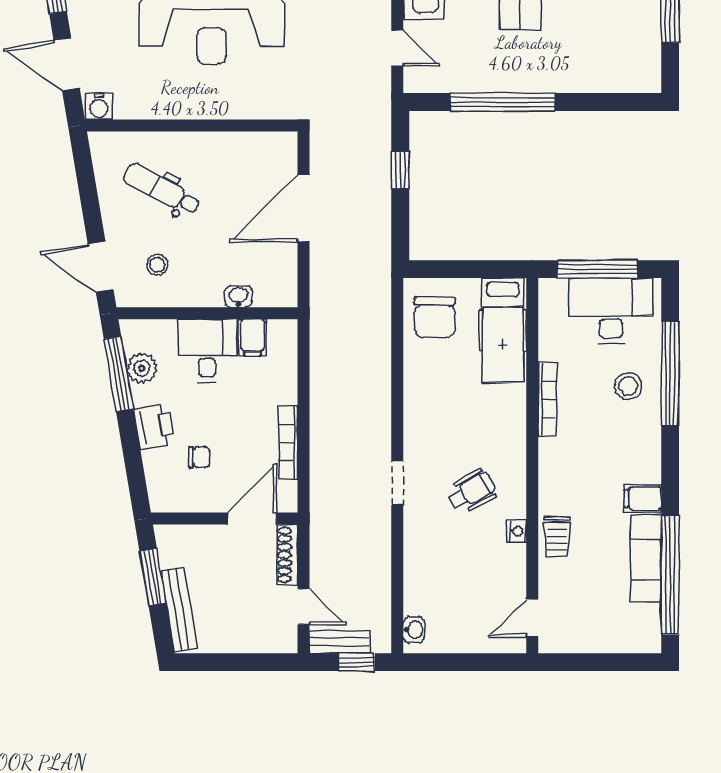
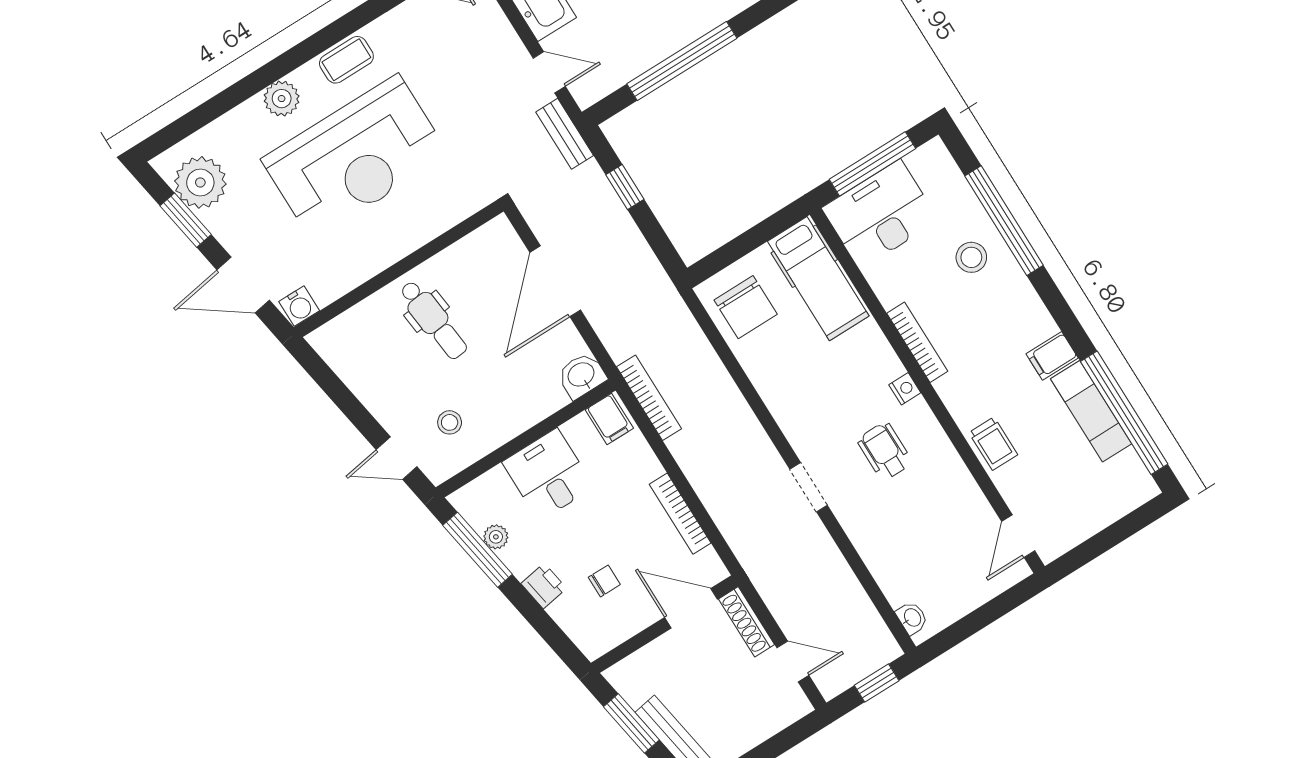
dental chair: (162, 189) -> (433, 320), moved, turned -124
door: (101, 267) -> (396, 458), width x0.73
washbasin: (238, 296) -> (582, 375), moved, width x1.38, depth x1.45
desk: (611, 311) -> (880, 214), moved
filing cabinet: (253, 337) -> (609, 419), moved
bookcase: (319, 340) -> (649, 398), added
plant: (142, 368) -> (496, 537), width x0.73, depth x0.73
bookcase: (547, 399) -> (917, 342), moved
printer: (154, 426) -> (544, 586), width x0.73, depth x0.81
wheelchair: (472, 491) -> (885, 451), turned -61
door: (252, 518) -> (691, 608), hinge flipped
nightstand: (516, 531) -> (905, 389), moved
bench: (339, 642) -> (565, 134), moved, turned 90

